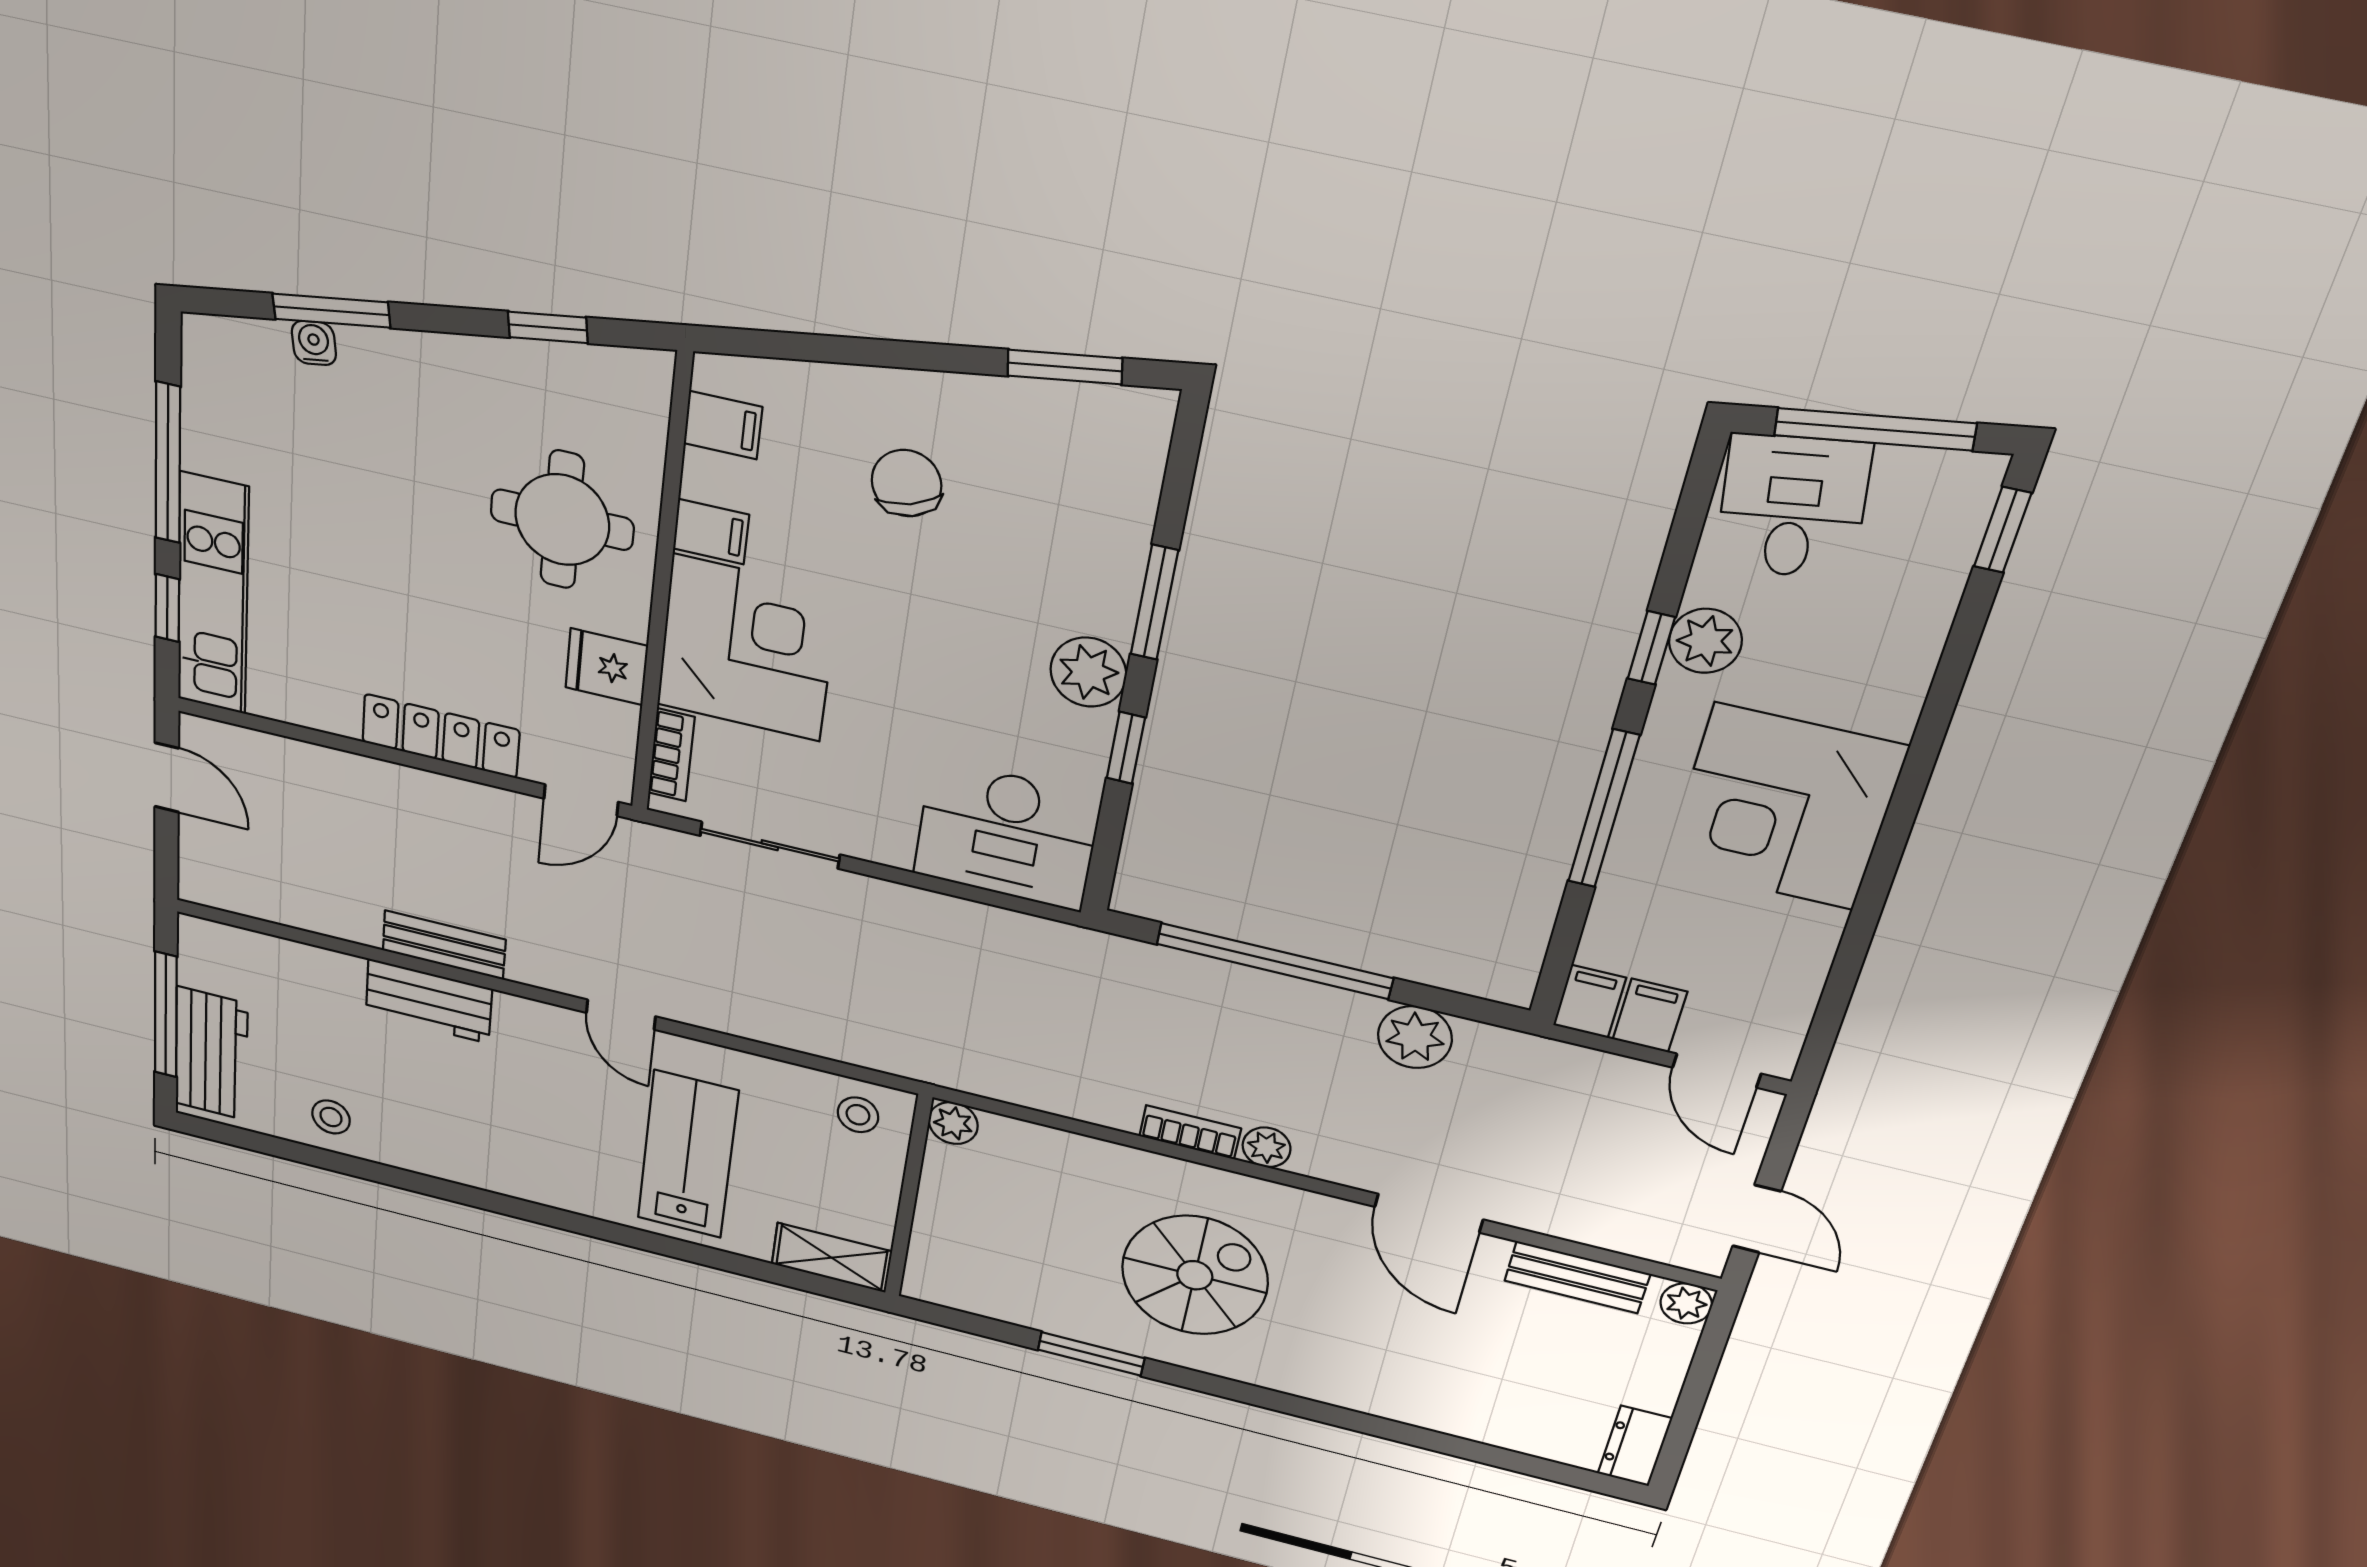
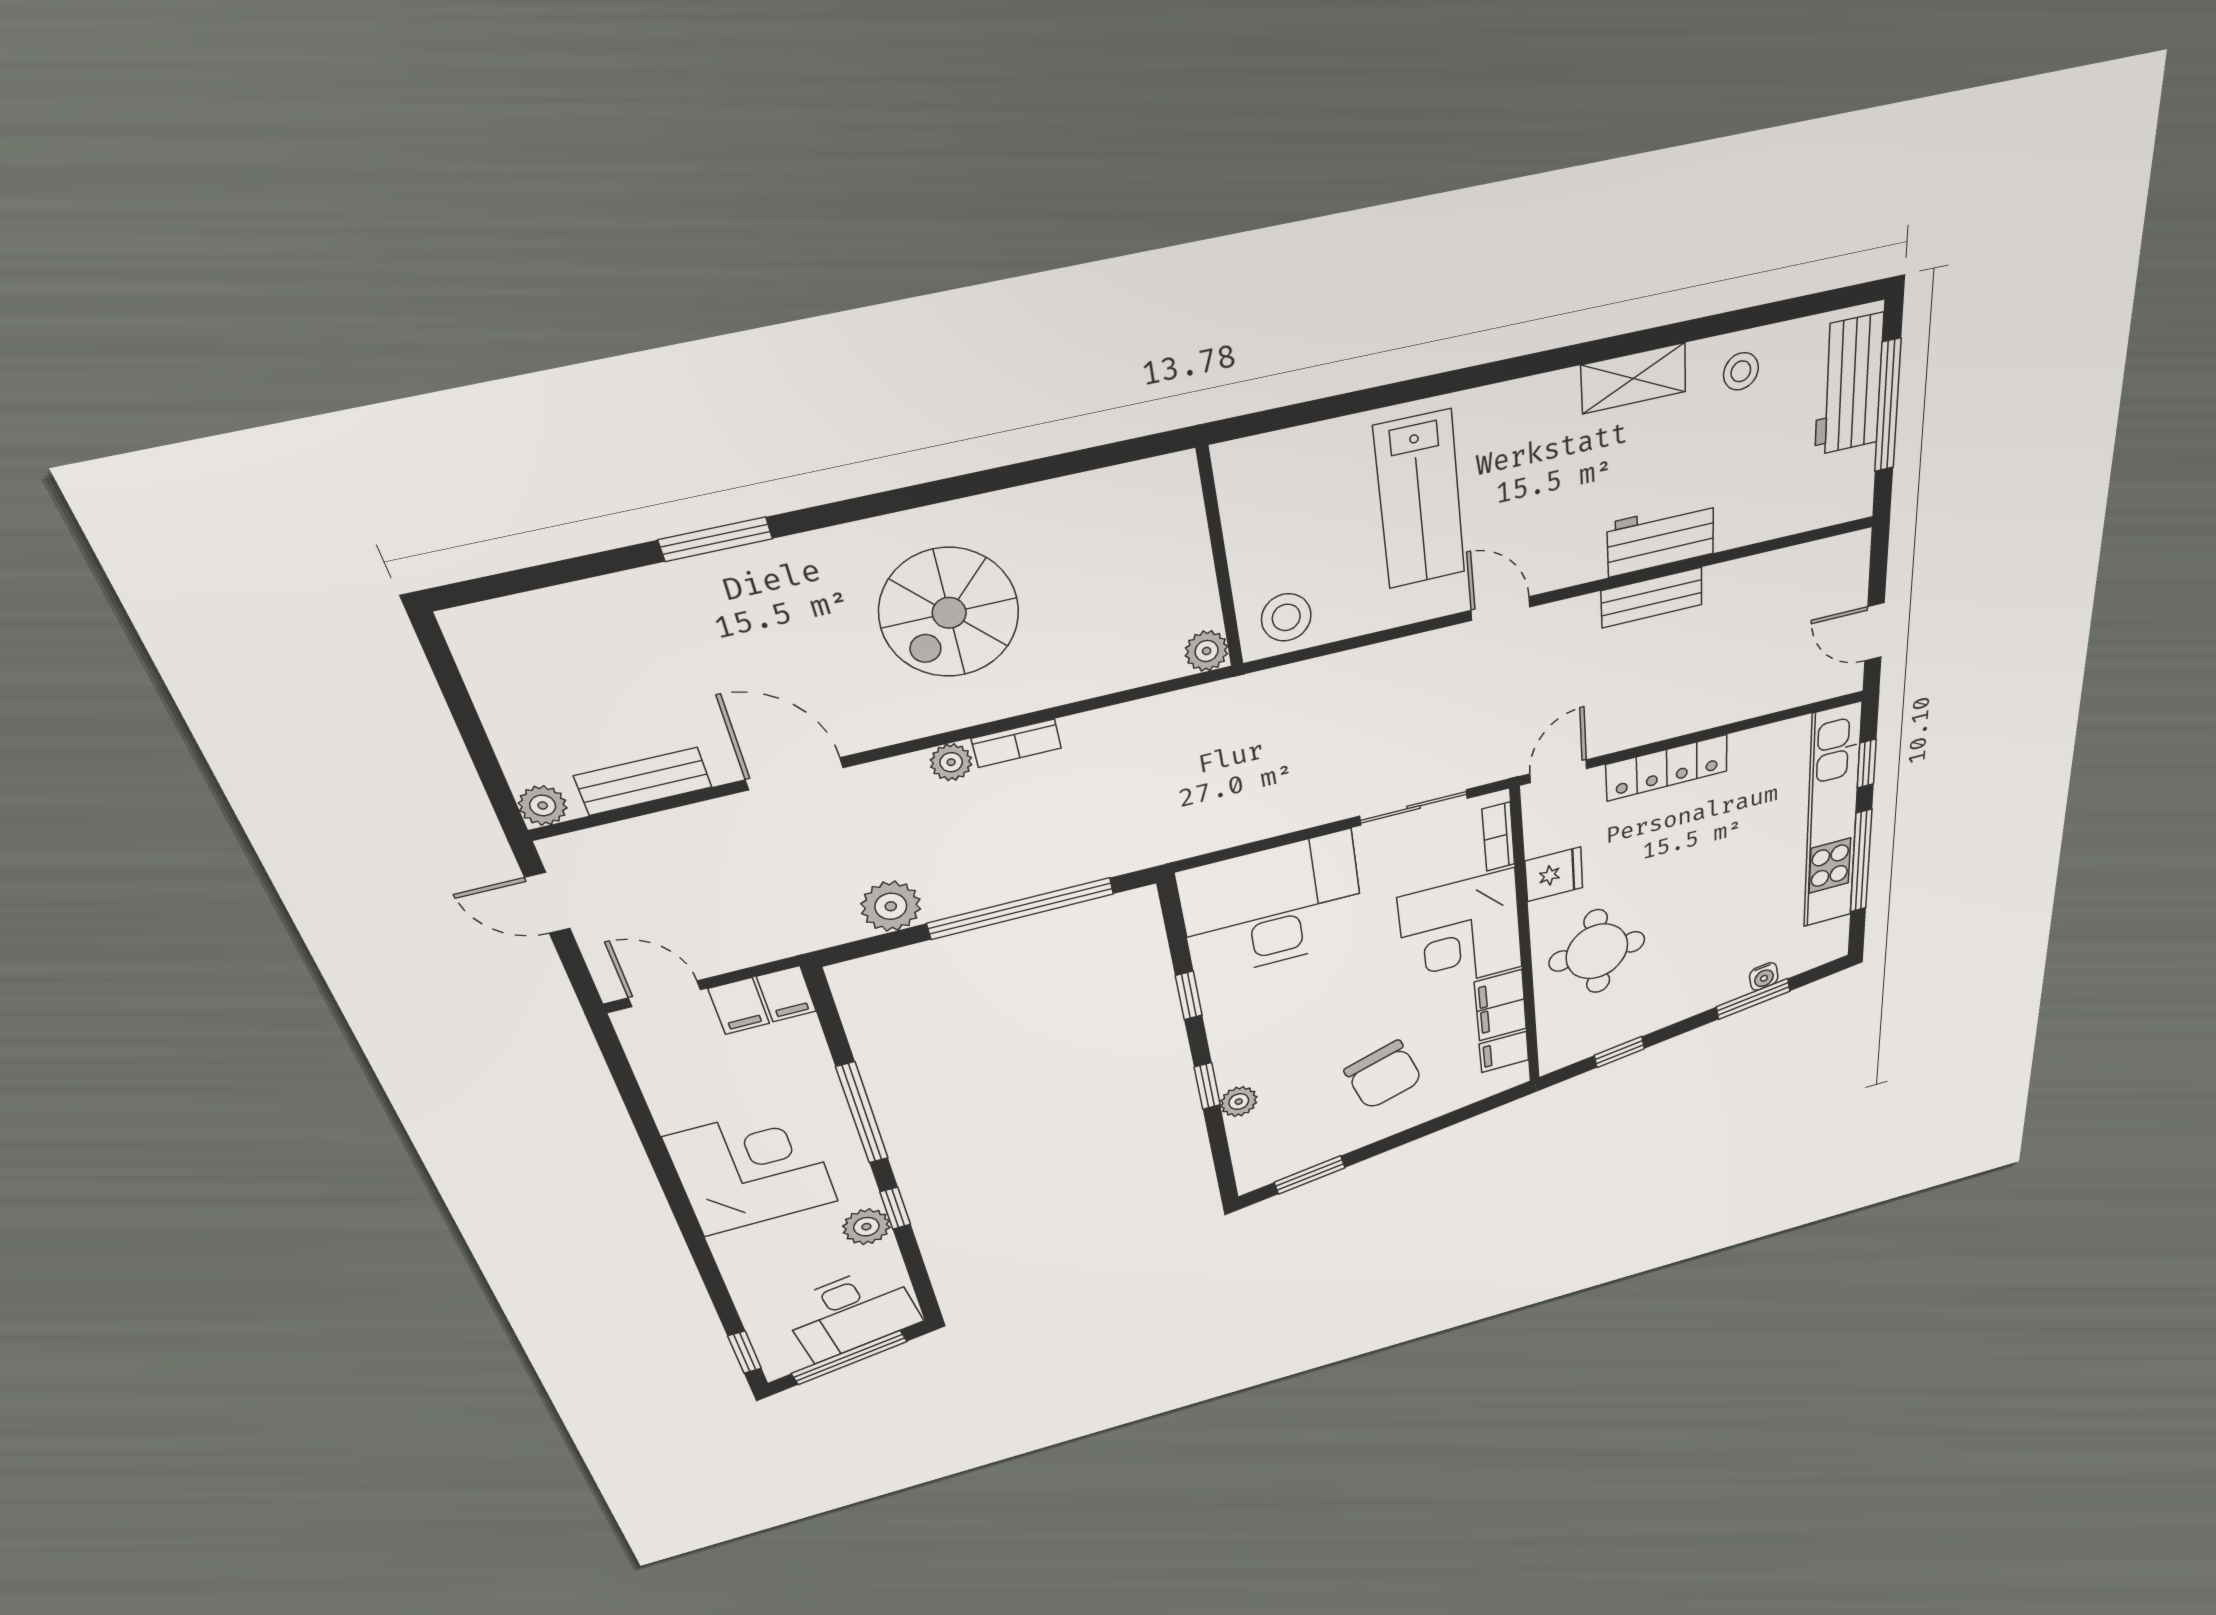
chair: (906, 483) -> (1383, 1075), width x1.37, depth x1.37
desk: (1793, 507) -> (851, 1313), width x1.37
filing cabinet: (711, 532) -> (1500, 1005), width x2.00
kitchen unit: (213, 595) -> (1832, 818), width x1.36
window: (1154, 603) -> (1207, 1086), width x0.67
plant: (1088, 672) -> (1239, 1102), moved, width x0.73, depth x0.73
desk: (1007, 835) -> (1272, 906), width x1.36, depth x1.30
stool: (858, 1115) -> (1286, 617), width x1.37, depth x1.37
shelving: (832, 1258) -> (1634, 378), moved
window: (1091, 1354) -> (715, 539), moved
dresser: (1635, 1446) -> (477, 647), removed

